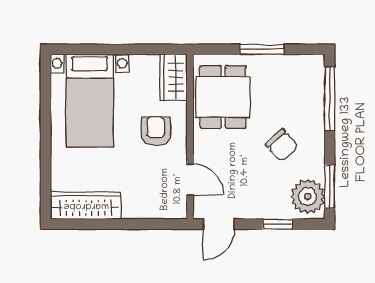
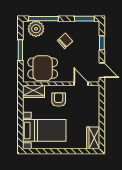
armchair: (156, 131) -> (59, 100), turned 90
door: (190, 179) -> (81, 84), hinge flipped
plant: (308, 197) -> (36, 29), moved
wardrobe: (86, 206) -> (93, 138), width x0.67

